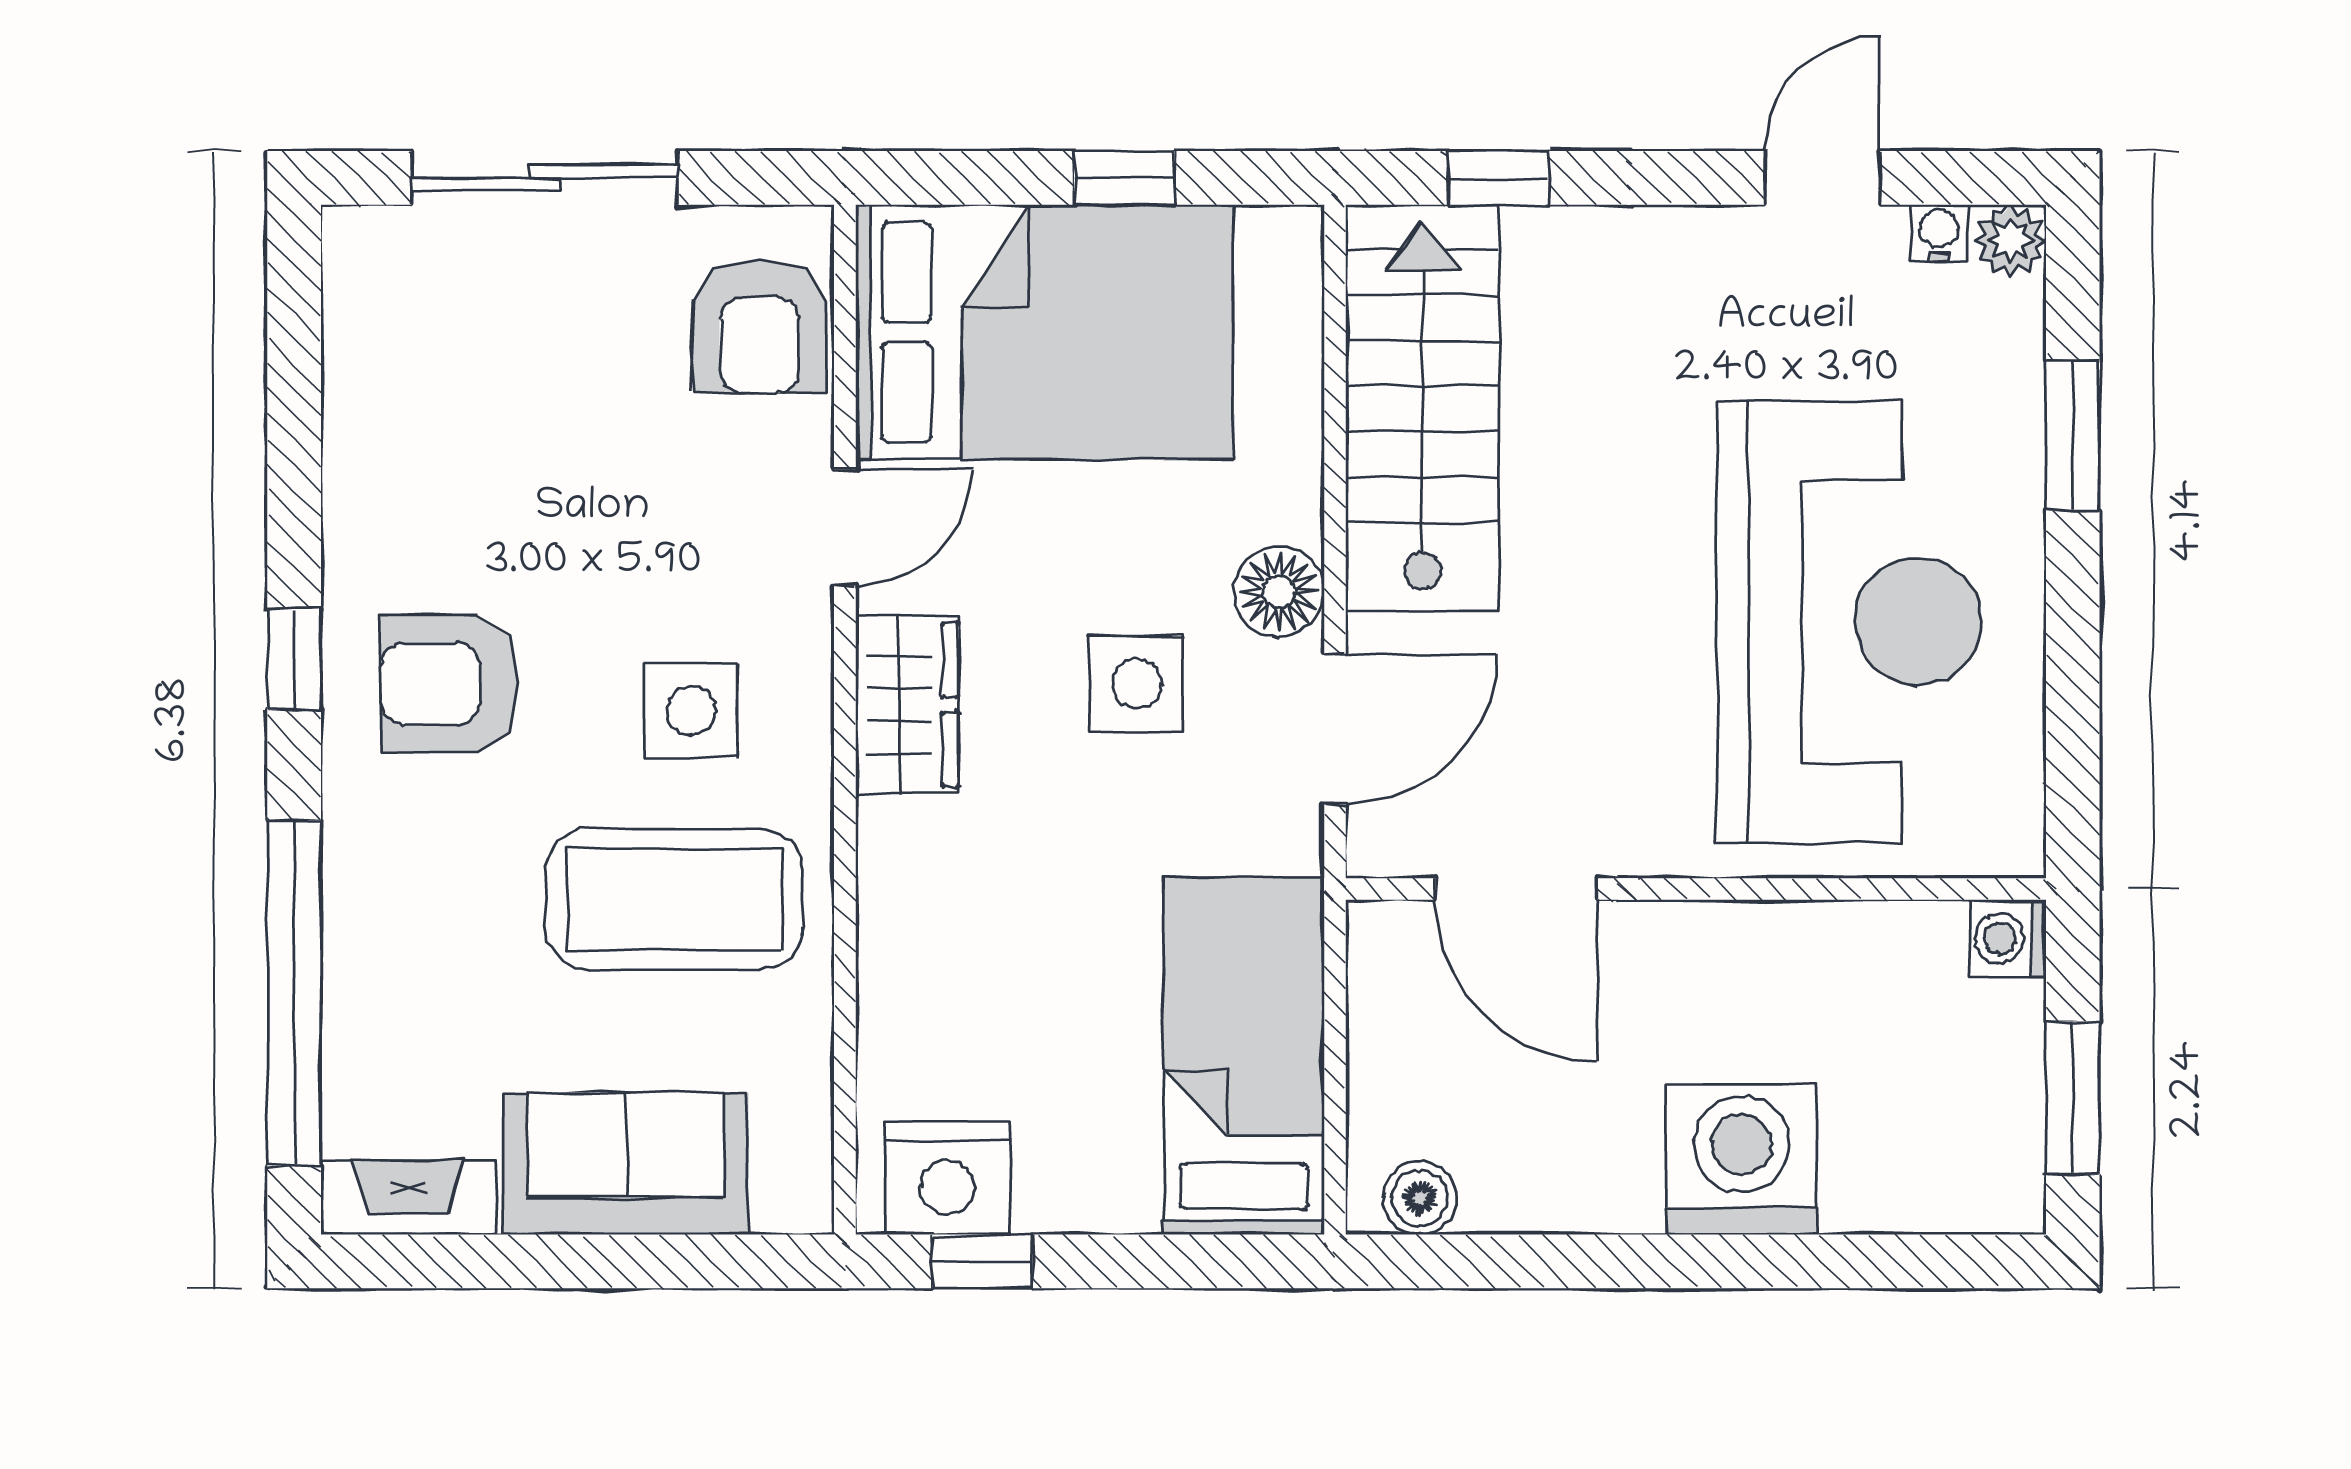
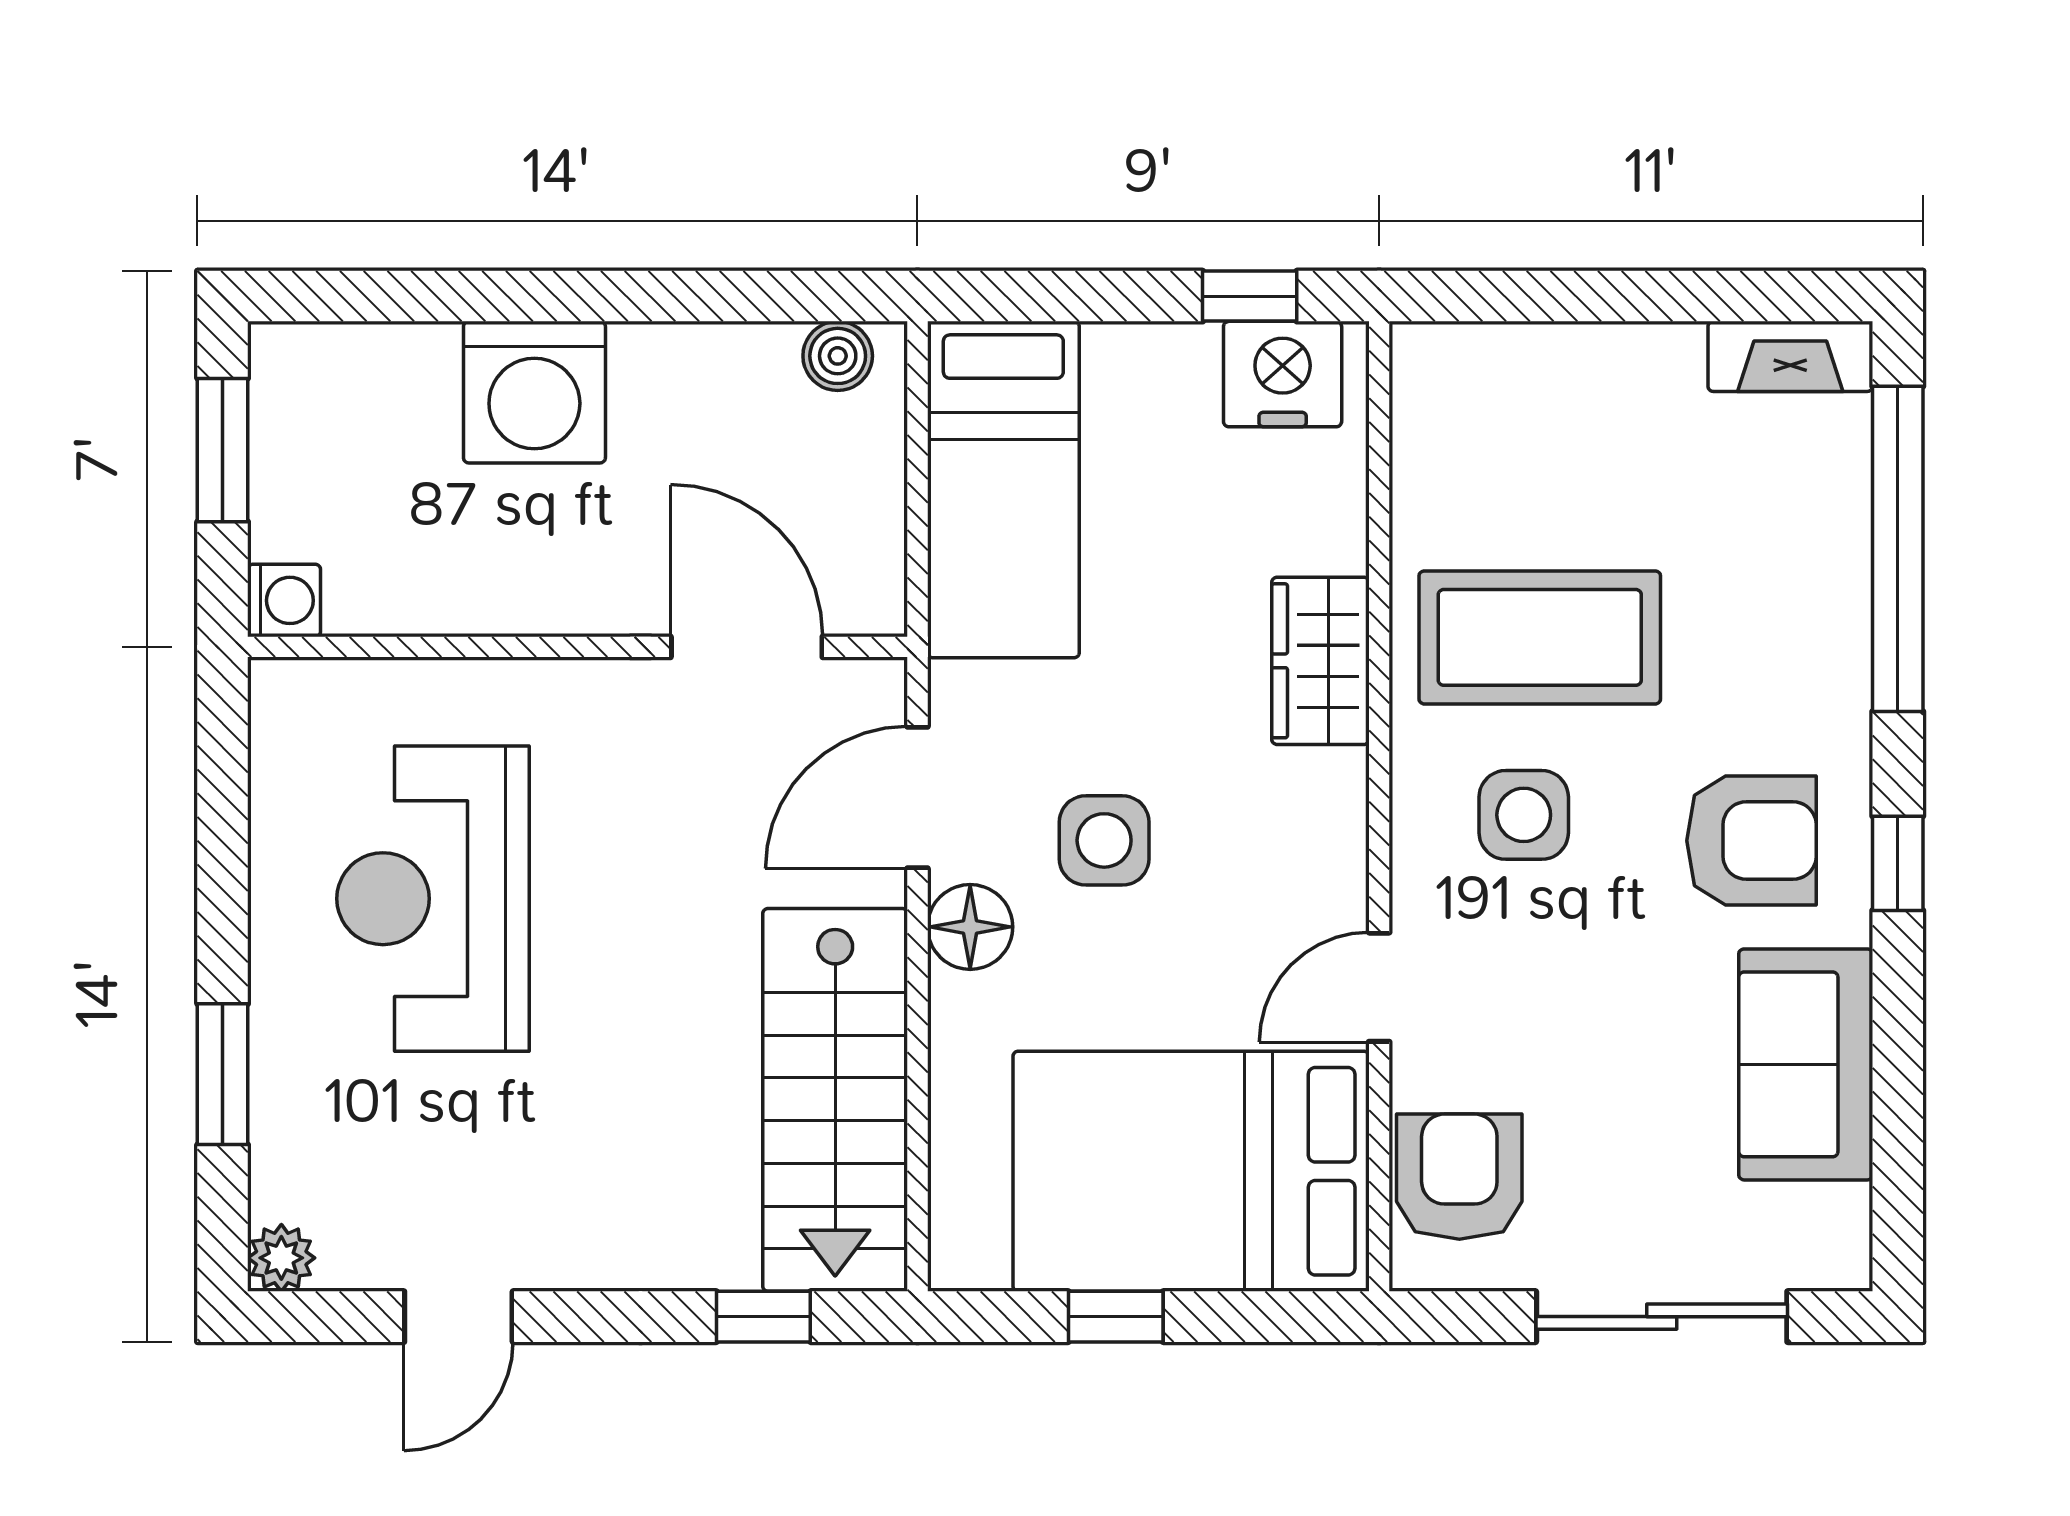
water cooler: (1939, 233) -> (348, 1265), removed
reception desk: (1849, 622) -> (433, 899), width x0.74, depth x0.77
wardrobe: (907, 705) -> (1320, 661), moved
sofa: (626, 1164) -> (1806, 1064), moved, turned 90

